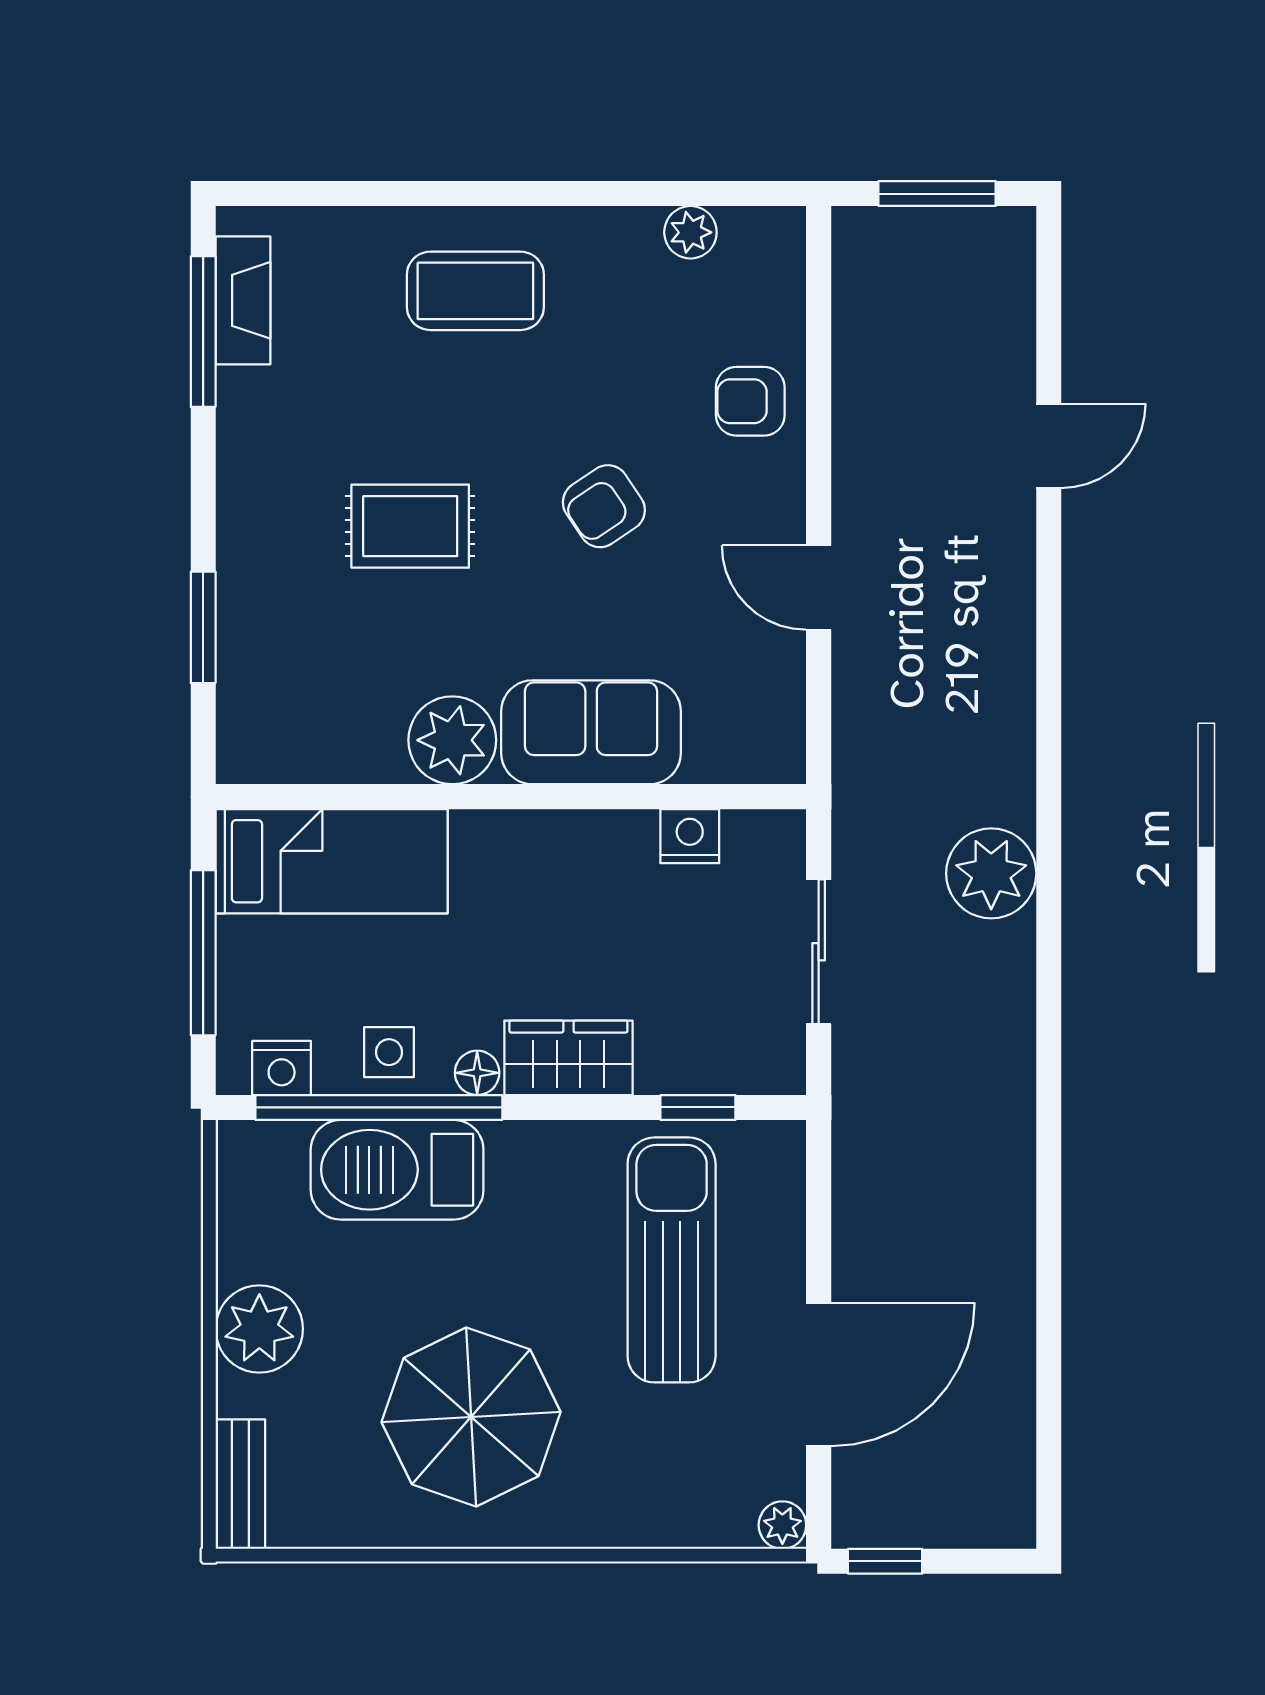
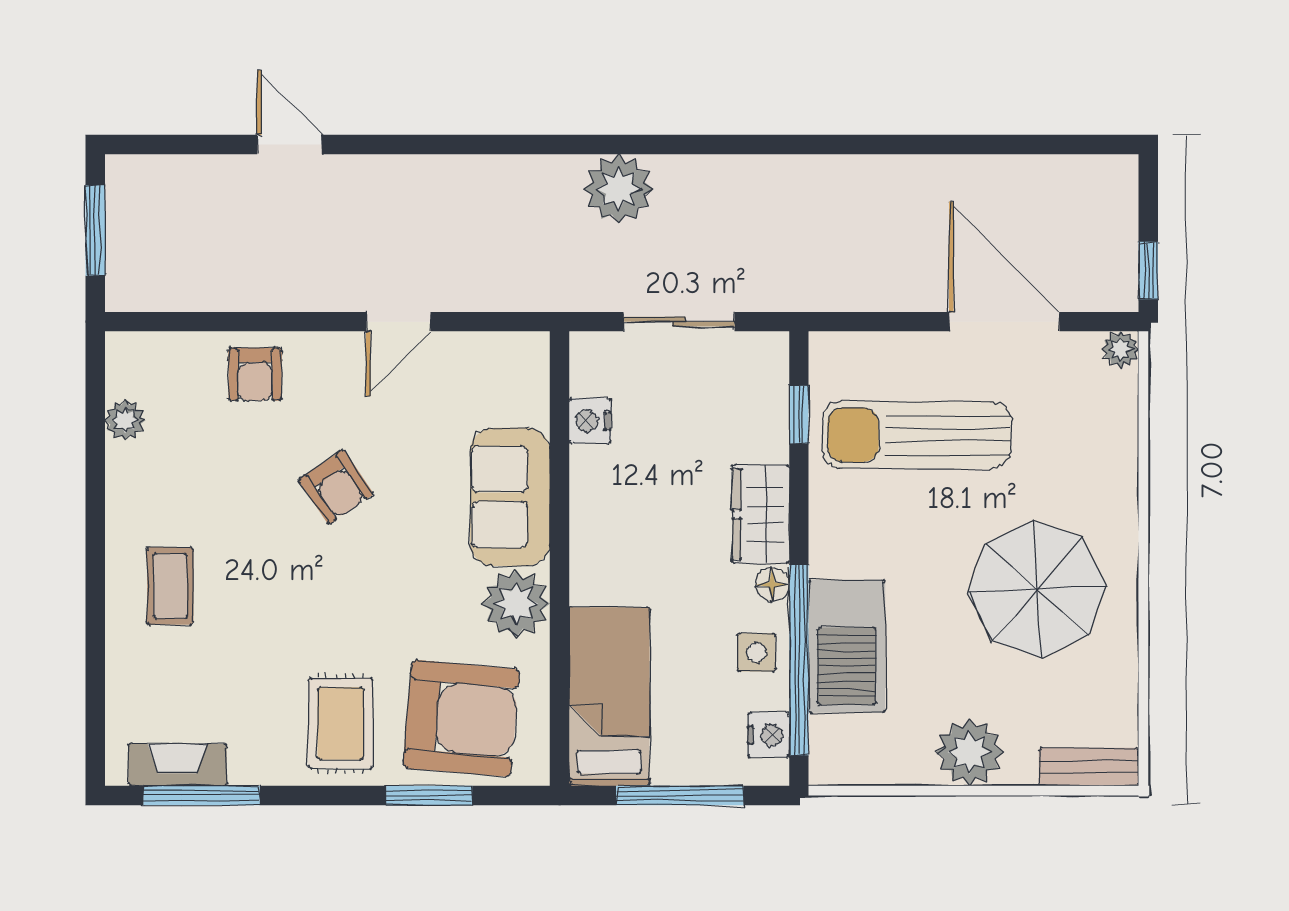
coffee table: (475, 291) -> (170, 586), width x0.73, depth x0.77
rug: (410, 526) -> (341, 723), moved
armchair: (303, 669) -> (461, 718), added

